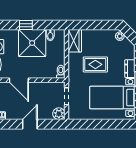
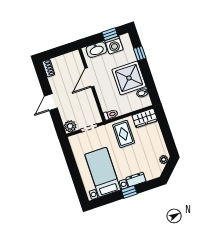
window: (26, 25) -> (140, 53), moved
rug: (95, 64) -> (124, 134), moved
door: (30, 124) -> (51, 102), swing flipped

